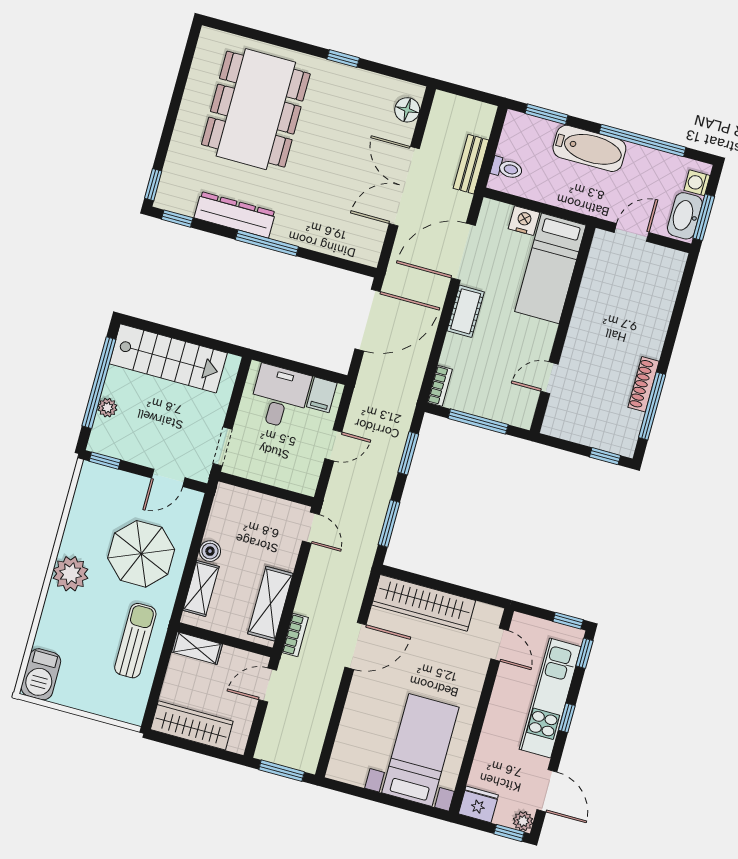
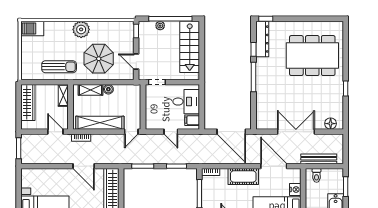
bench: (471, 164) -> (319, 159), width x1.36
dresser: (235, 215) -> (262, 39), moved
window: (177, 219) -> (254, 49), moved
cot: (466, 311) -> (243, 176), width x1.37, depth x1.34
shelving: (270, 604) -> (100, 123), width x1.47

